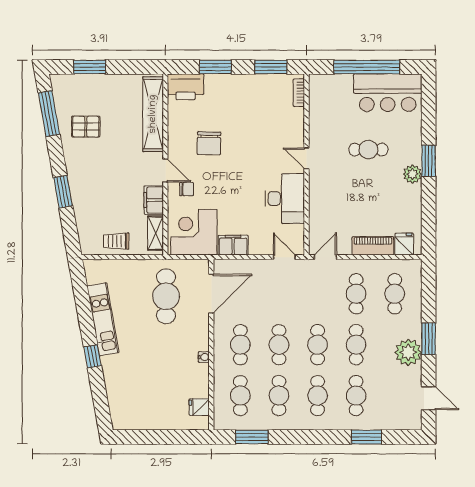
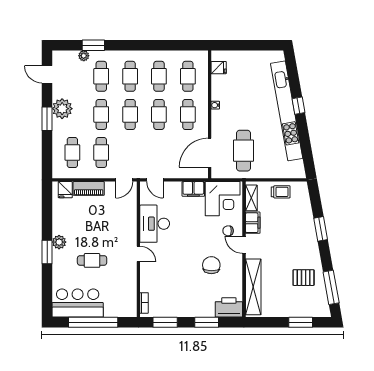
kitchen unit: (103, 319) -> (287, 111), width x1.86
plant: (380, 423) -> (84, 56), added
window: (252, 437) -> (179, 45), removed

